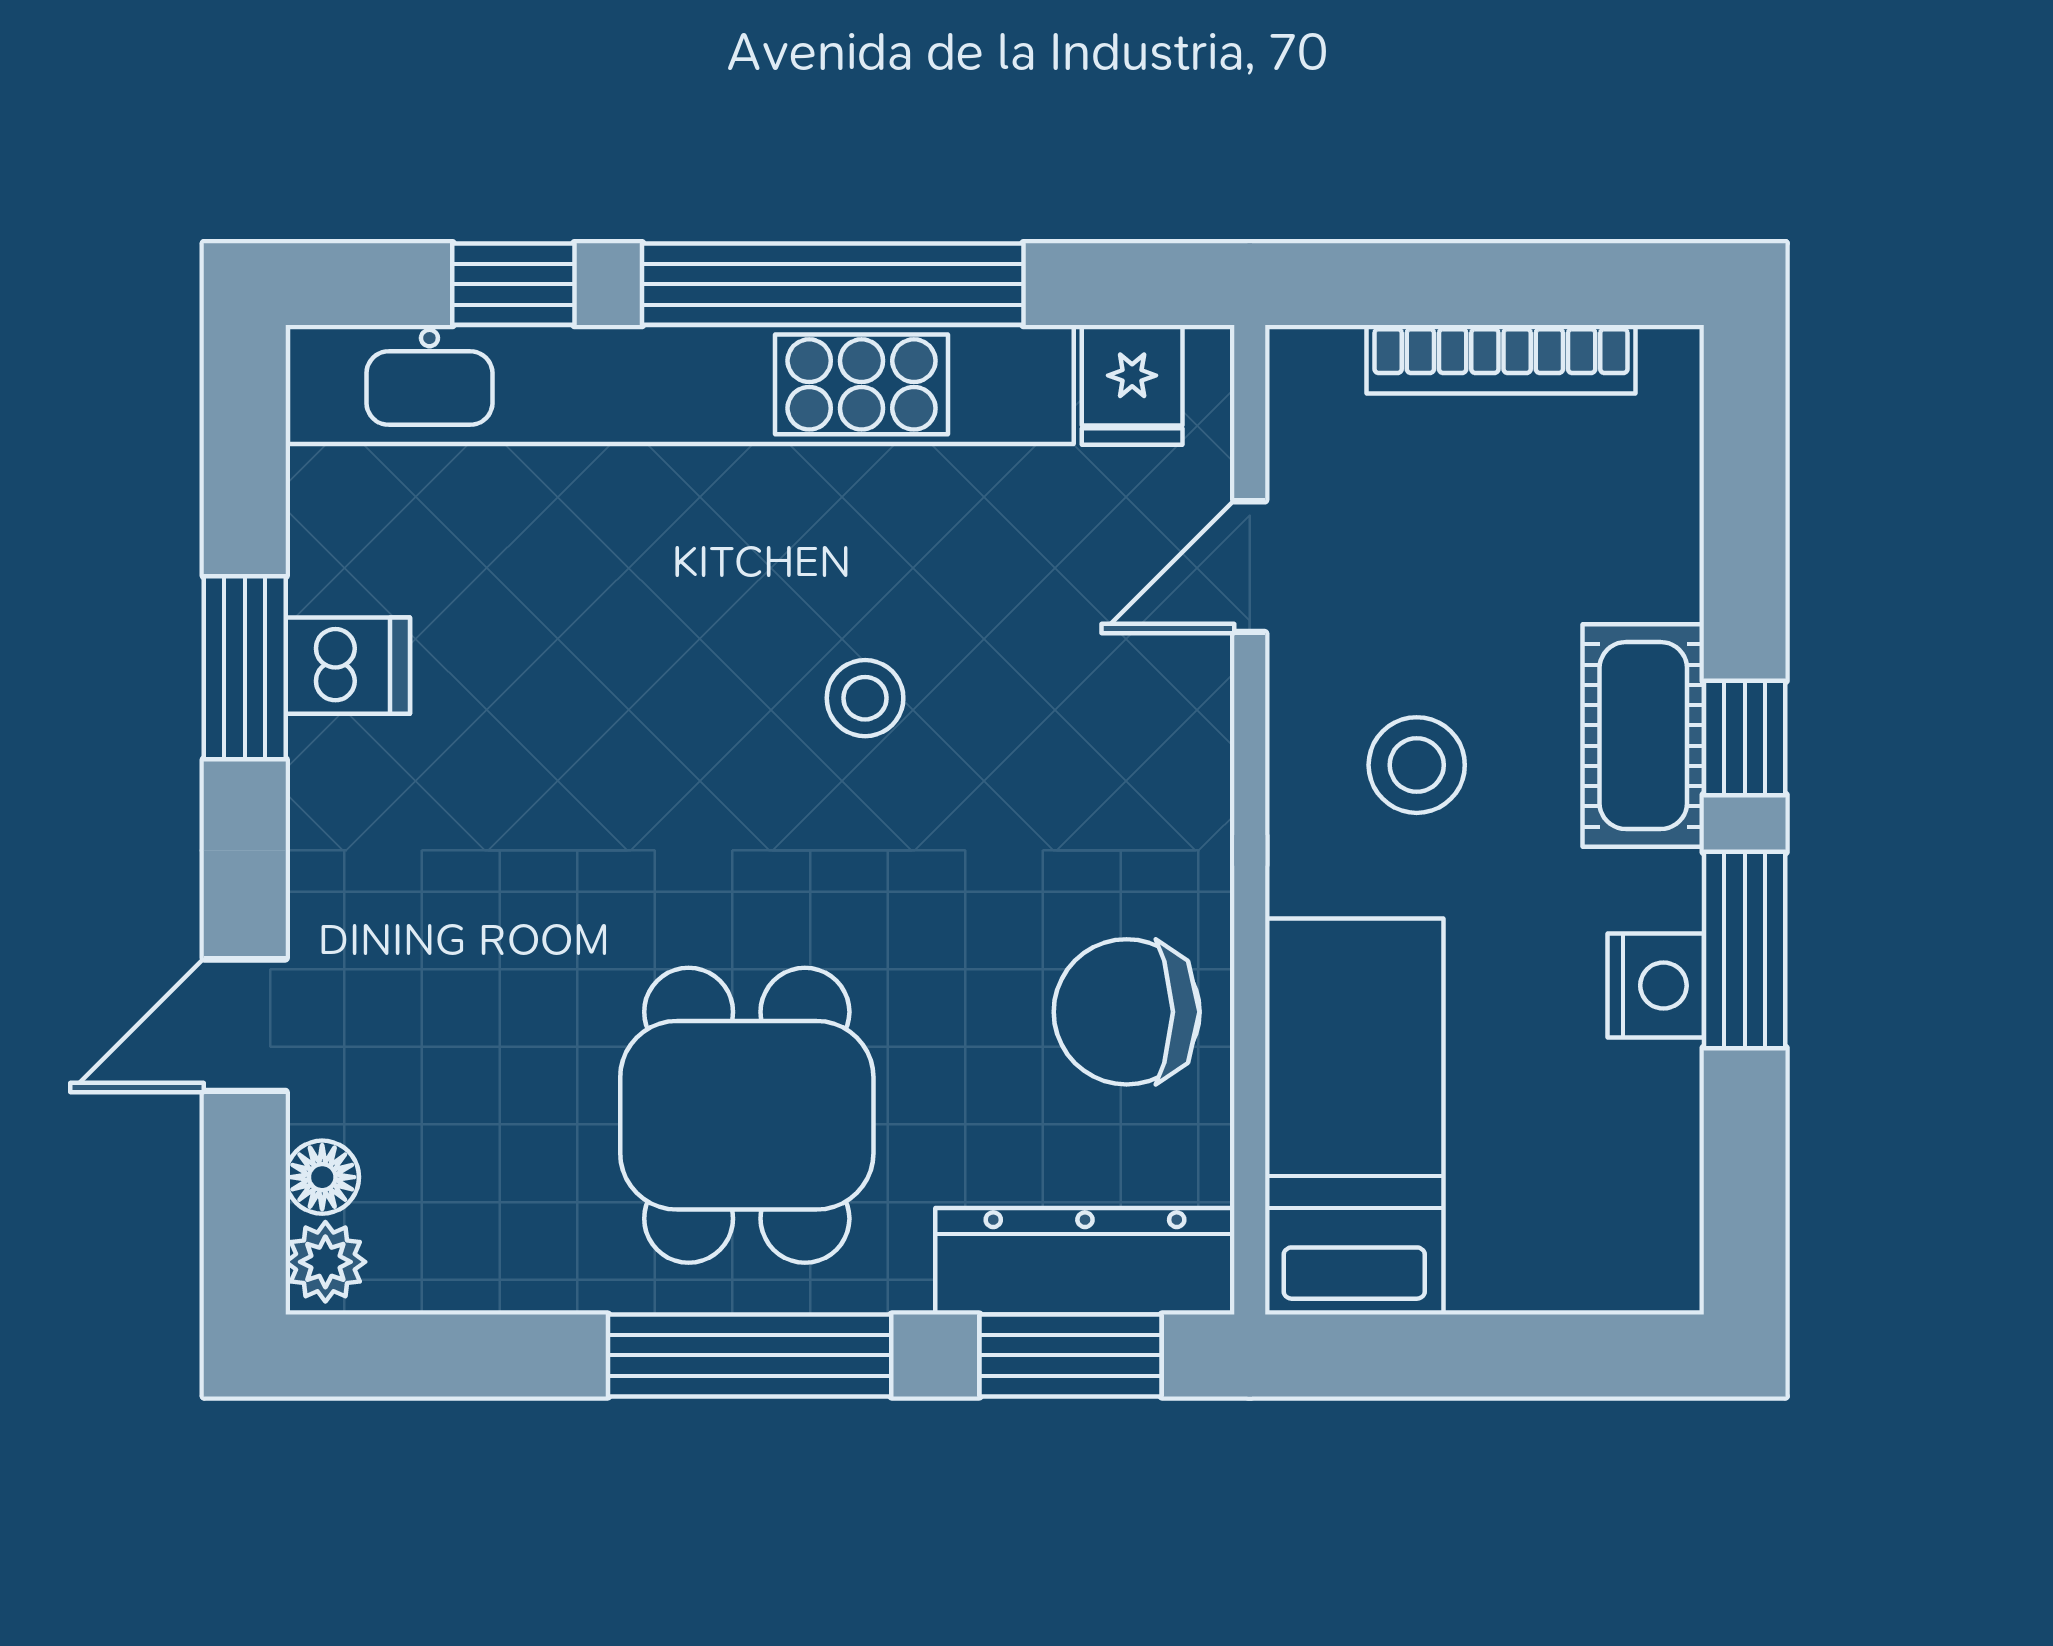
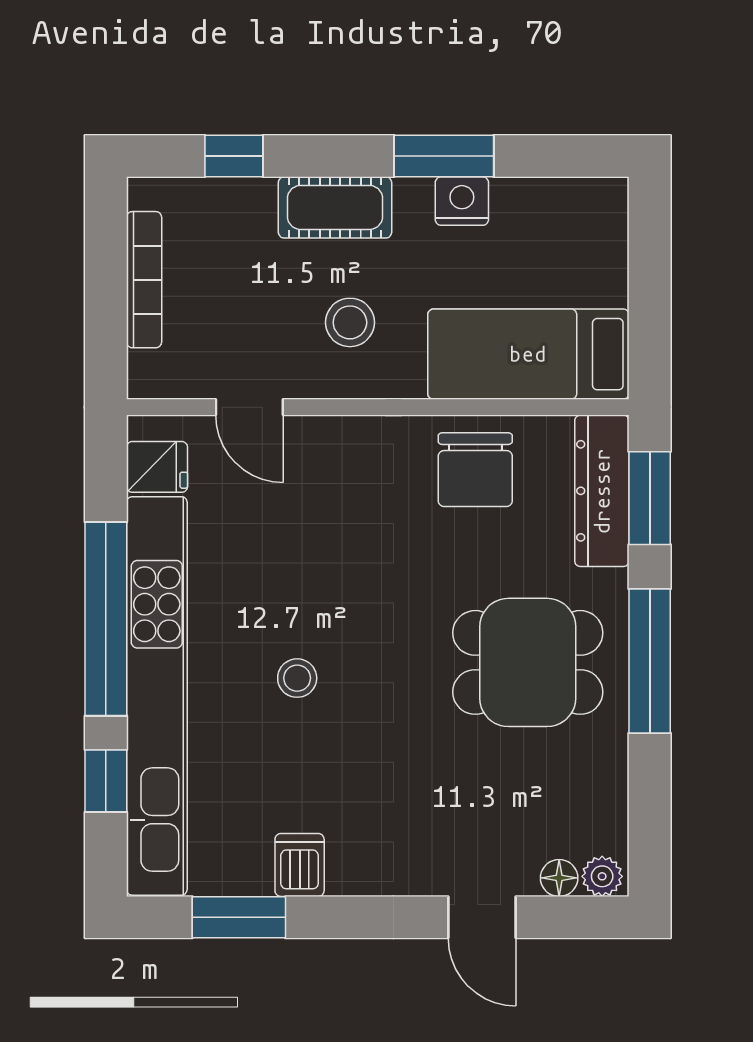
window: (245, 668) -> (239, 917), moved
stool: (865, 698) -> (297, 678), moved
window: (1745, 738) -> (234, 156), moved

